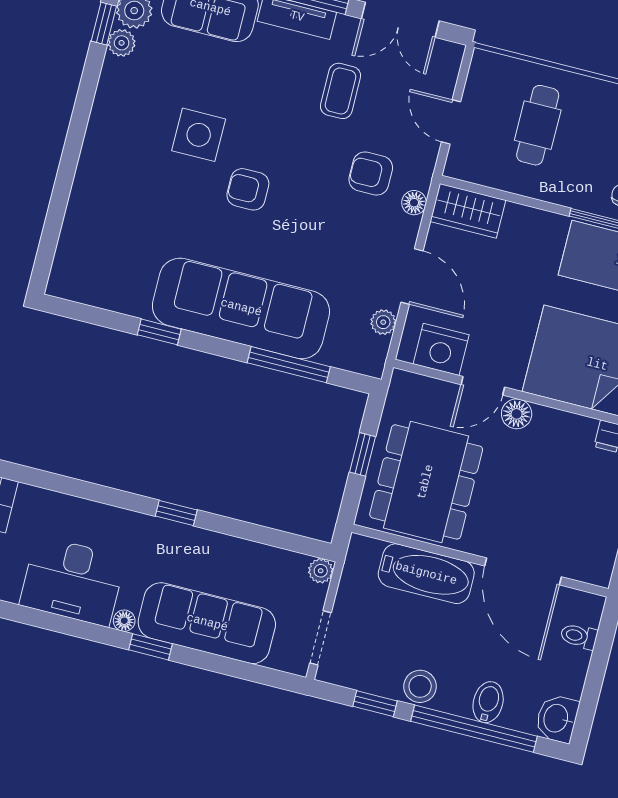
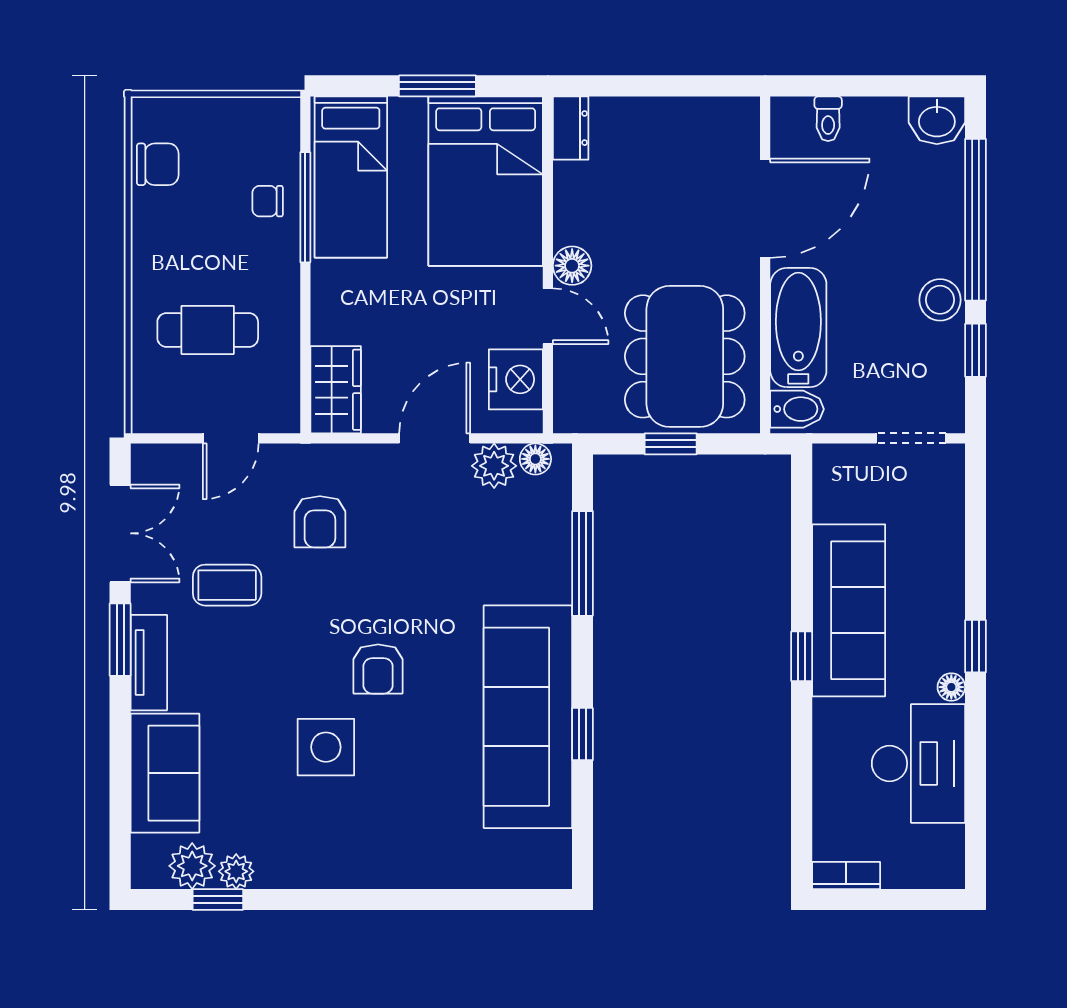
floor lamp: (414, 203) -> (535, 459), moved
sofa: (241, 308) -> (528, 717), moved
plant: (383, 322) -> (494, 466), width x1.38, depth x1.38
dining table: (426, 482) -> (685, 356), turned 90
plant: (321, 571) -> (828, 459), removed
sofa: (207, 623) -> (849, 610), moved, turned 180
bidet: (488, 702) -> (797, 409), moved, turned 180

